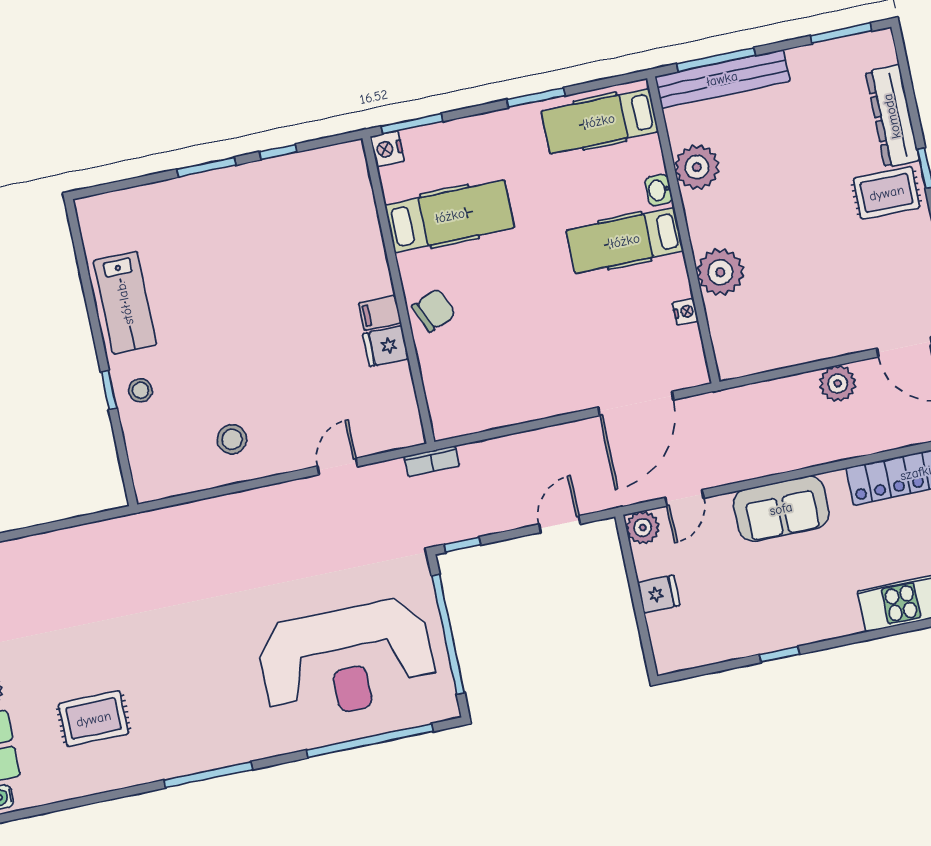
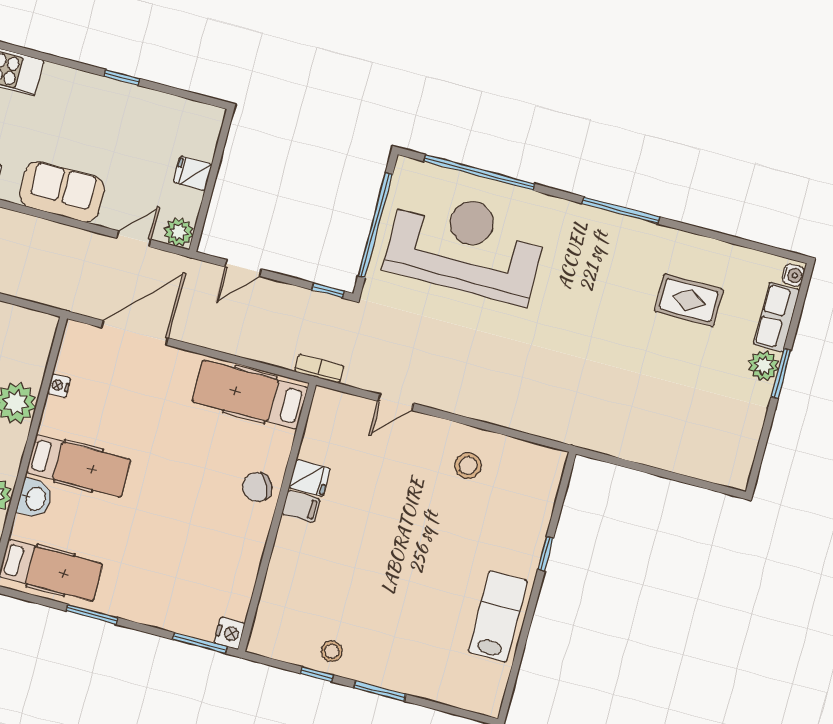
washbasin: (659, 190) -> (35, 498), width x1.38, depth x1.45
hospital bed: (450, 216) -> (250, 395), moved
stool: (140, 390) -> (332, 651), moved

